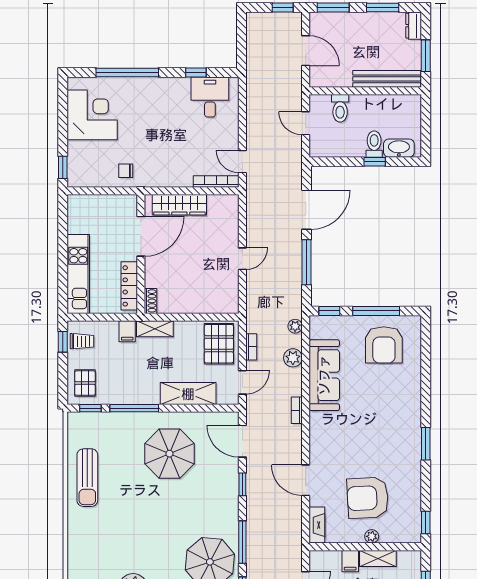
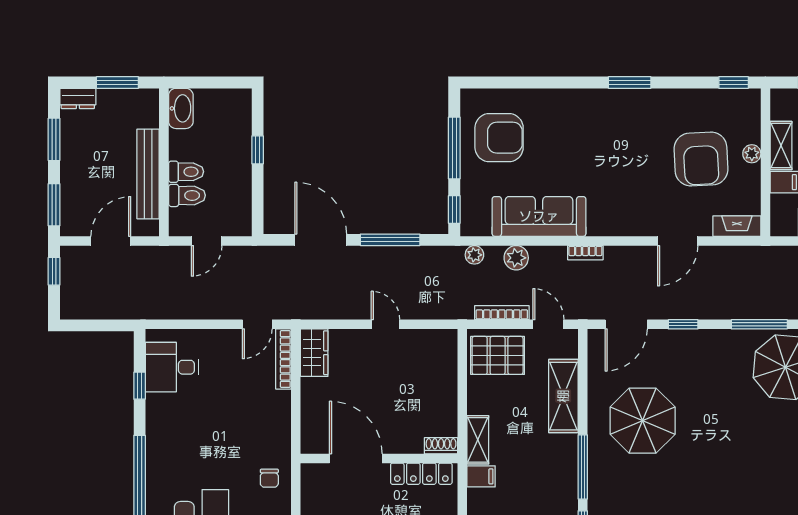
bench: (387, 79) -> (148, 174), moved
toilet: (374, 144) -> (186, 172), moved, turned 180
washbasin: (399, 148) -> (181, 108), moved, turned 180
wardrobe: (179, 205) -> (314, 353), moved, width x0.67
bookcase: (251, 347) -> (502, 313), width x1.56

